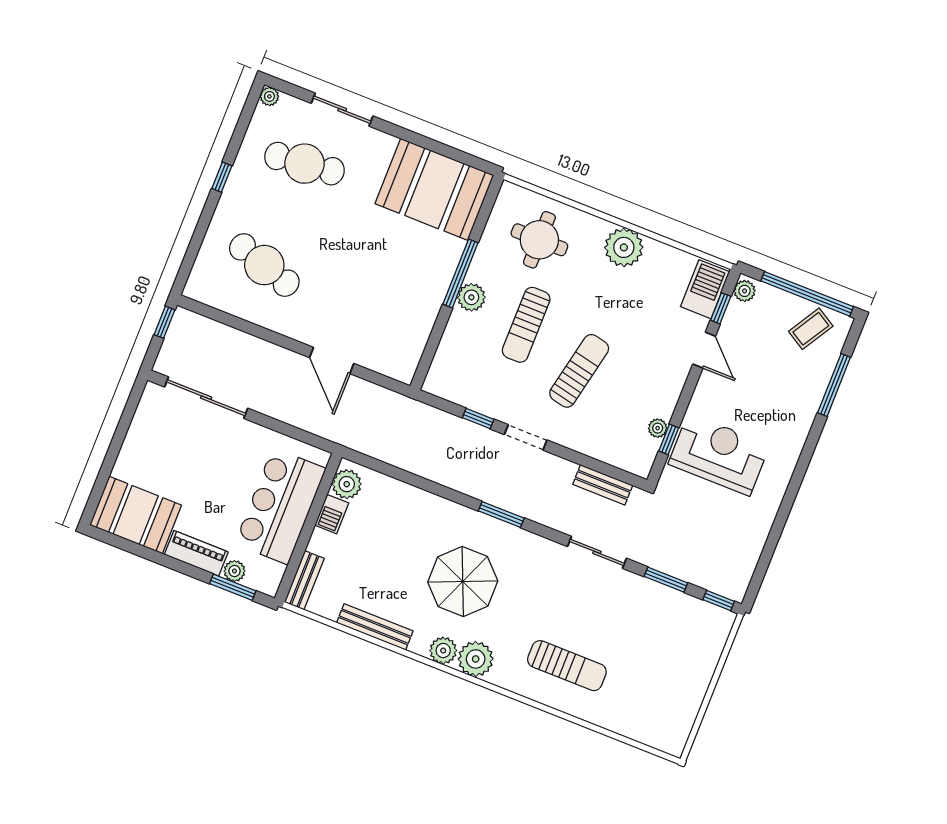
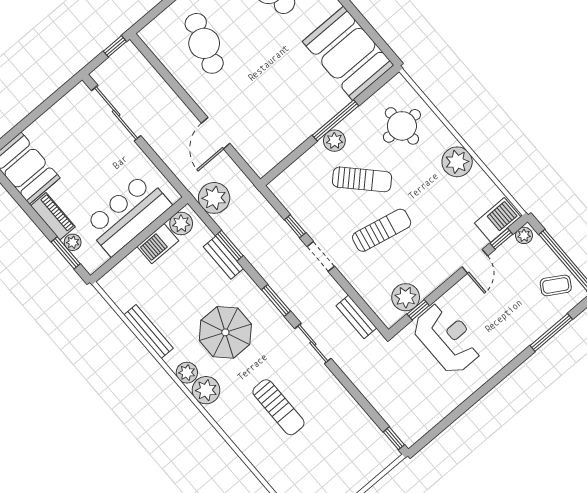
sun lounger: (526, 325) -> (362, 179), turned -134
plant: (658, 428) -> (406, 297), width x1.87, depth x1.87
plant: (369, 435) -> (214, 198), added
barbecue: (332, 514) -> (158, 244), width x1.38, depth x1.27
sliding door: (597, 552) -> (313, 343), moved
bench: (304, 580) -> (223, 258), moved, turned 90
window: (666, 580) -> (229, 246), moved
sun lounger: (567, 666) -> (278, 407), moved

